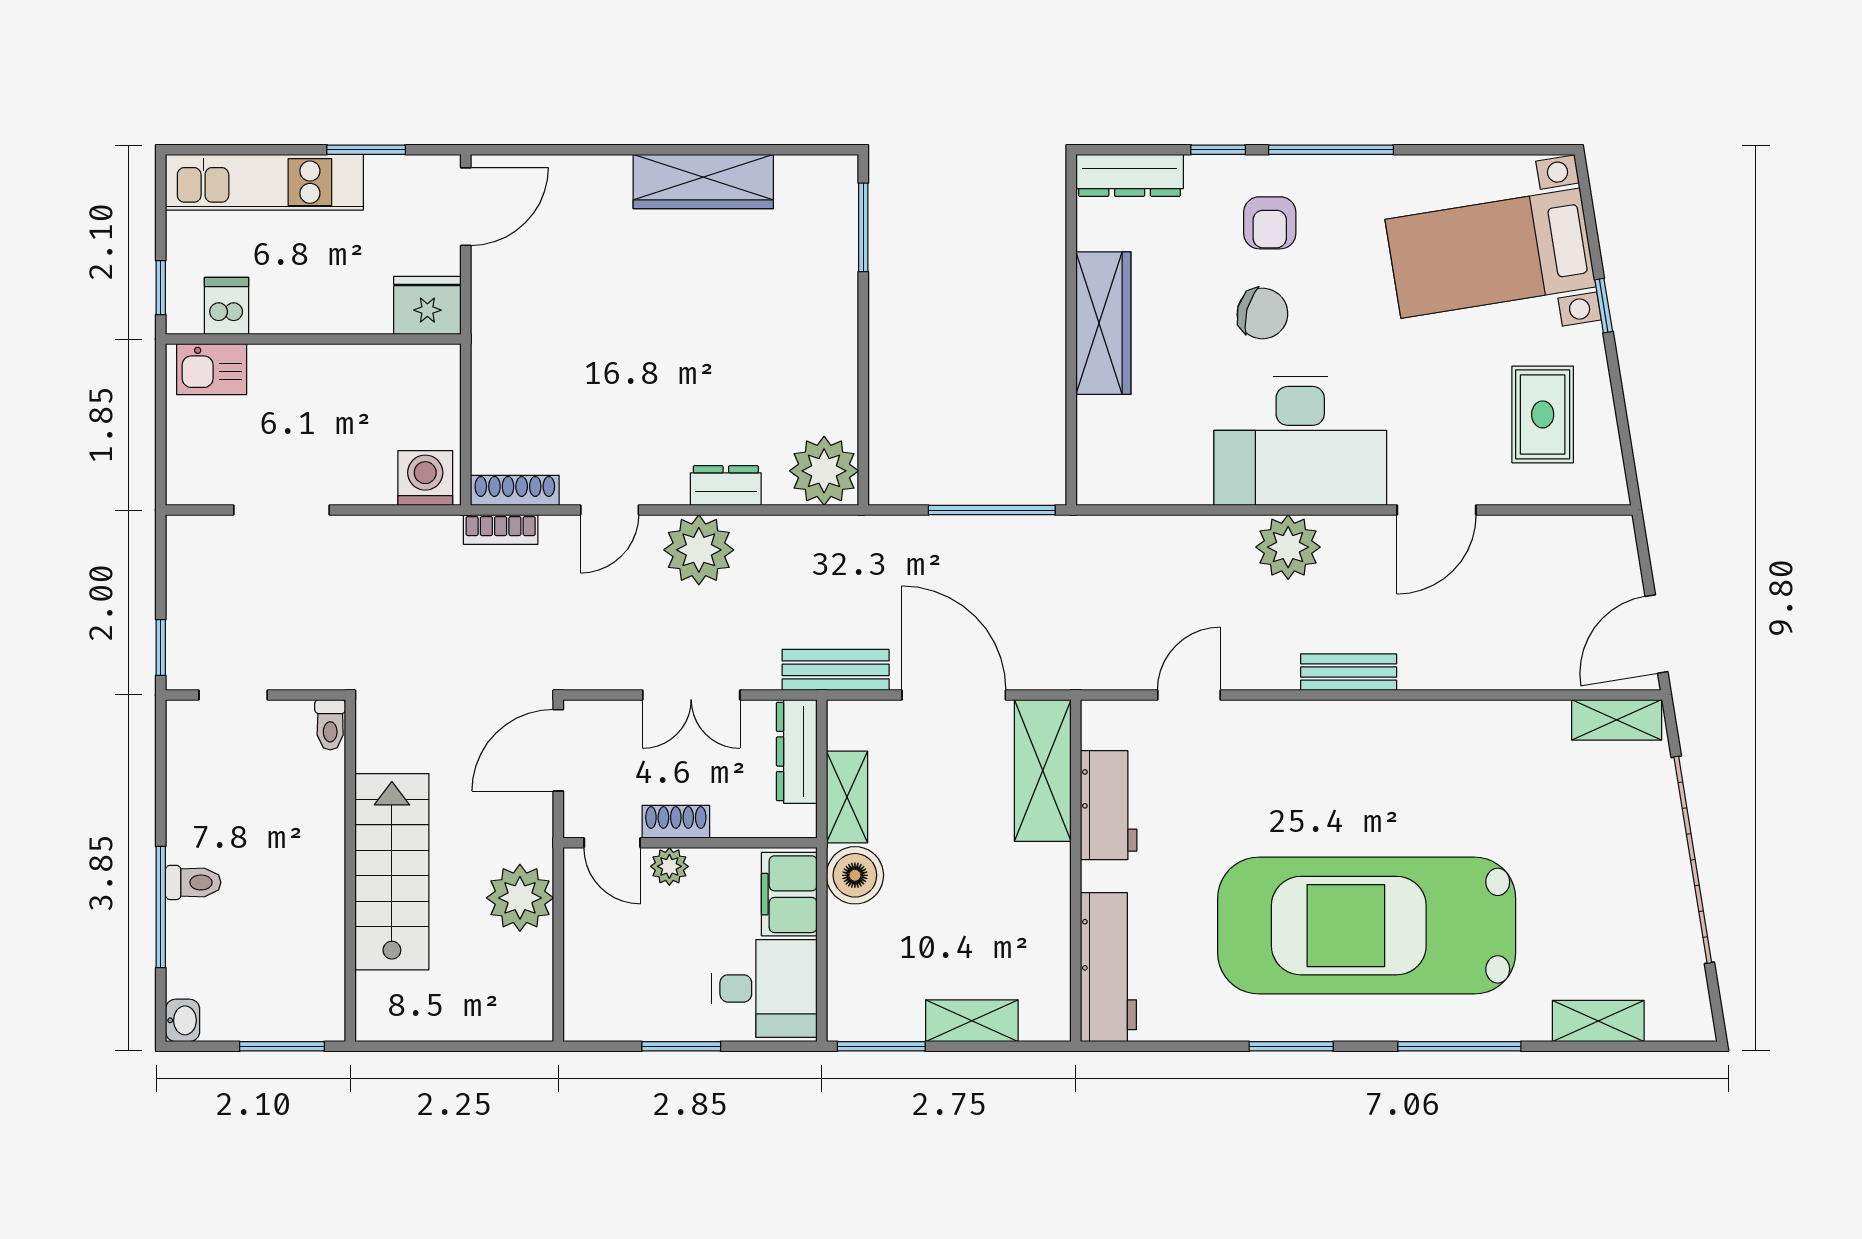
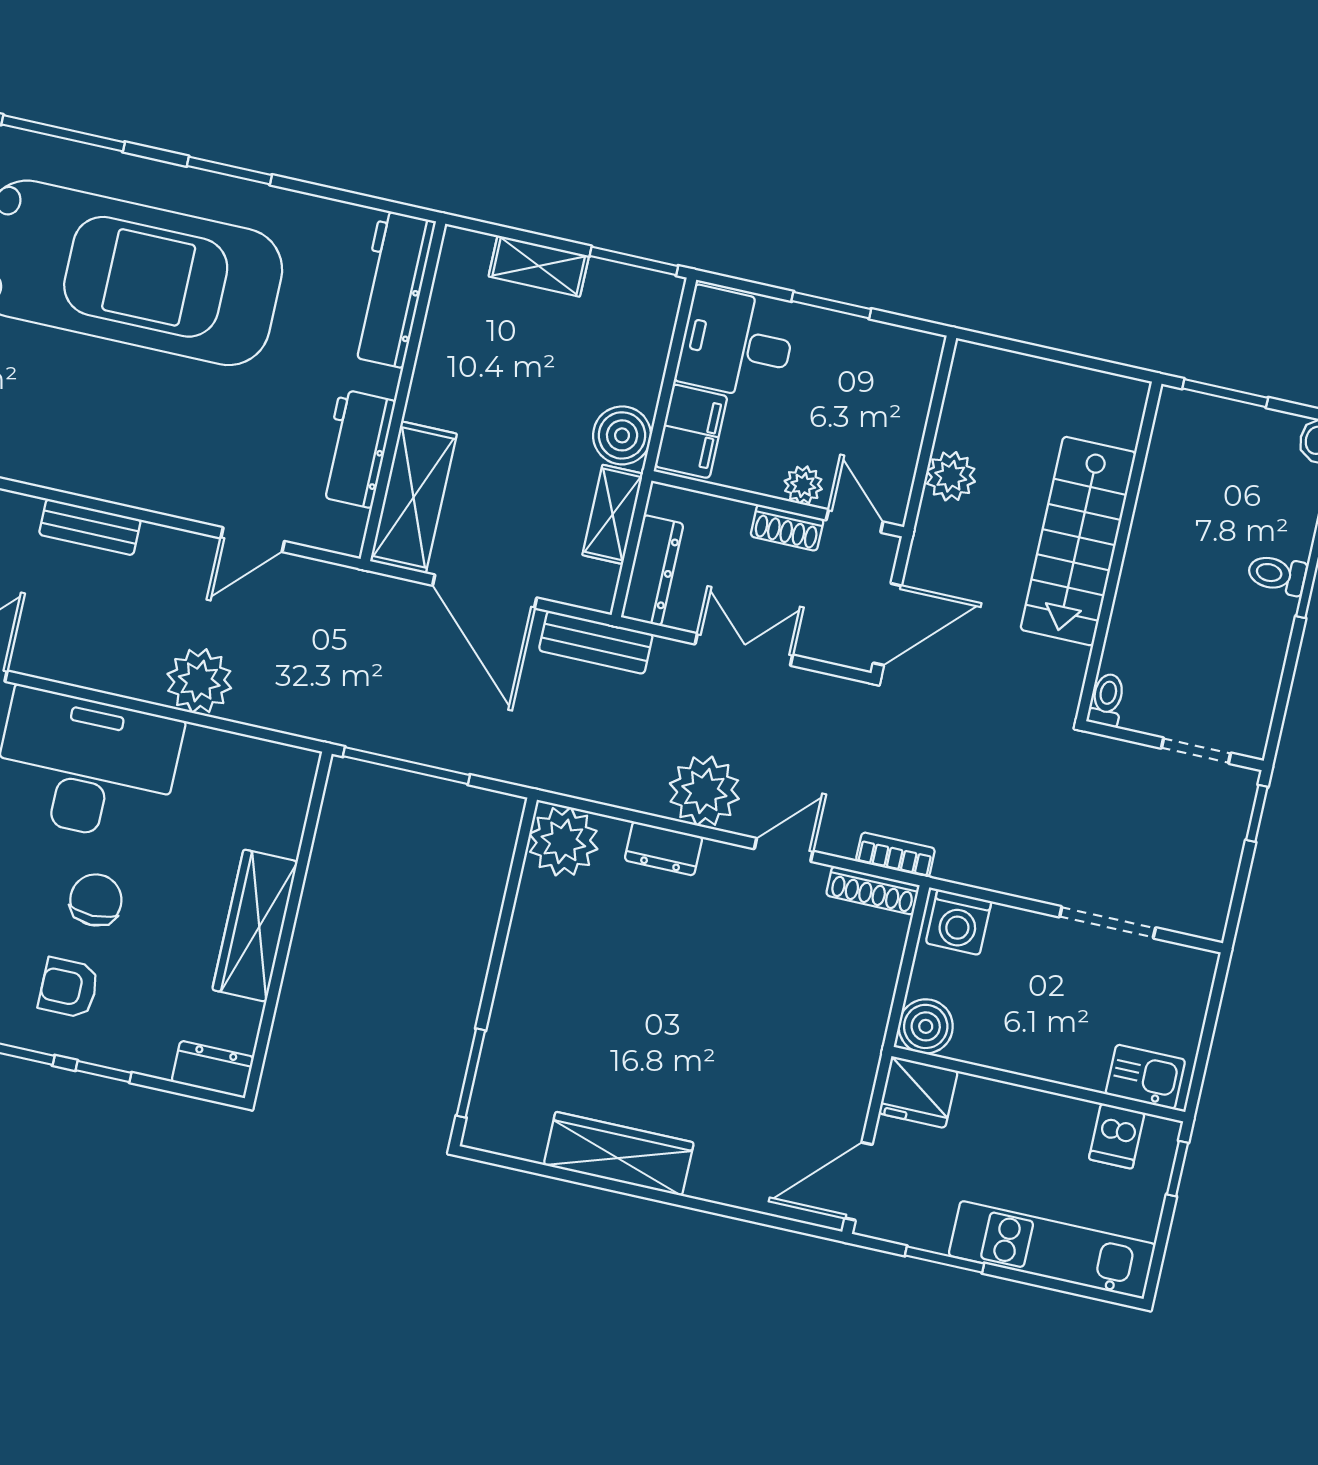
dresser: (1130, 175) -> (213, 1069), width x0.70
armchair: (1270, 223) -> (69, 988), turned -90
chair: (1262, 313) -> (96, 900), turned 75
boiler: (434, 371) -> (926, 1026), added
plant: (1288, 547) -> (199, 681), moved
plant: (520, 898) -> (951, 476), width x0.73, depth x0.73

